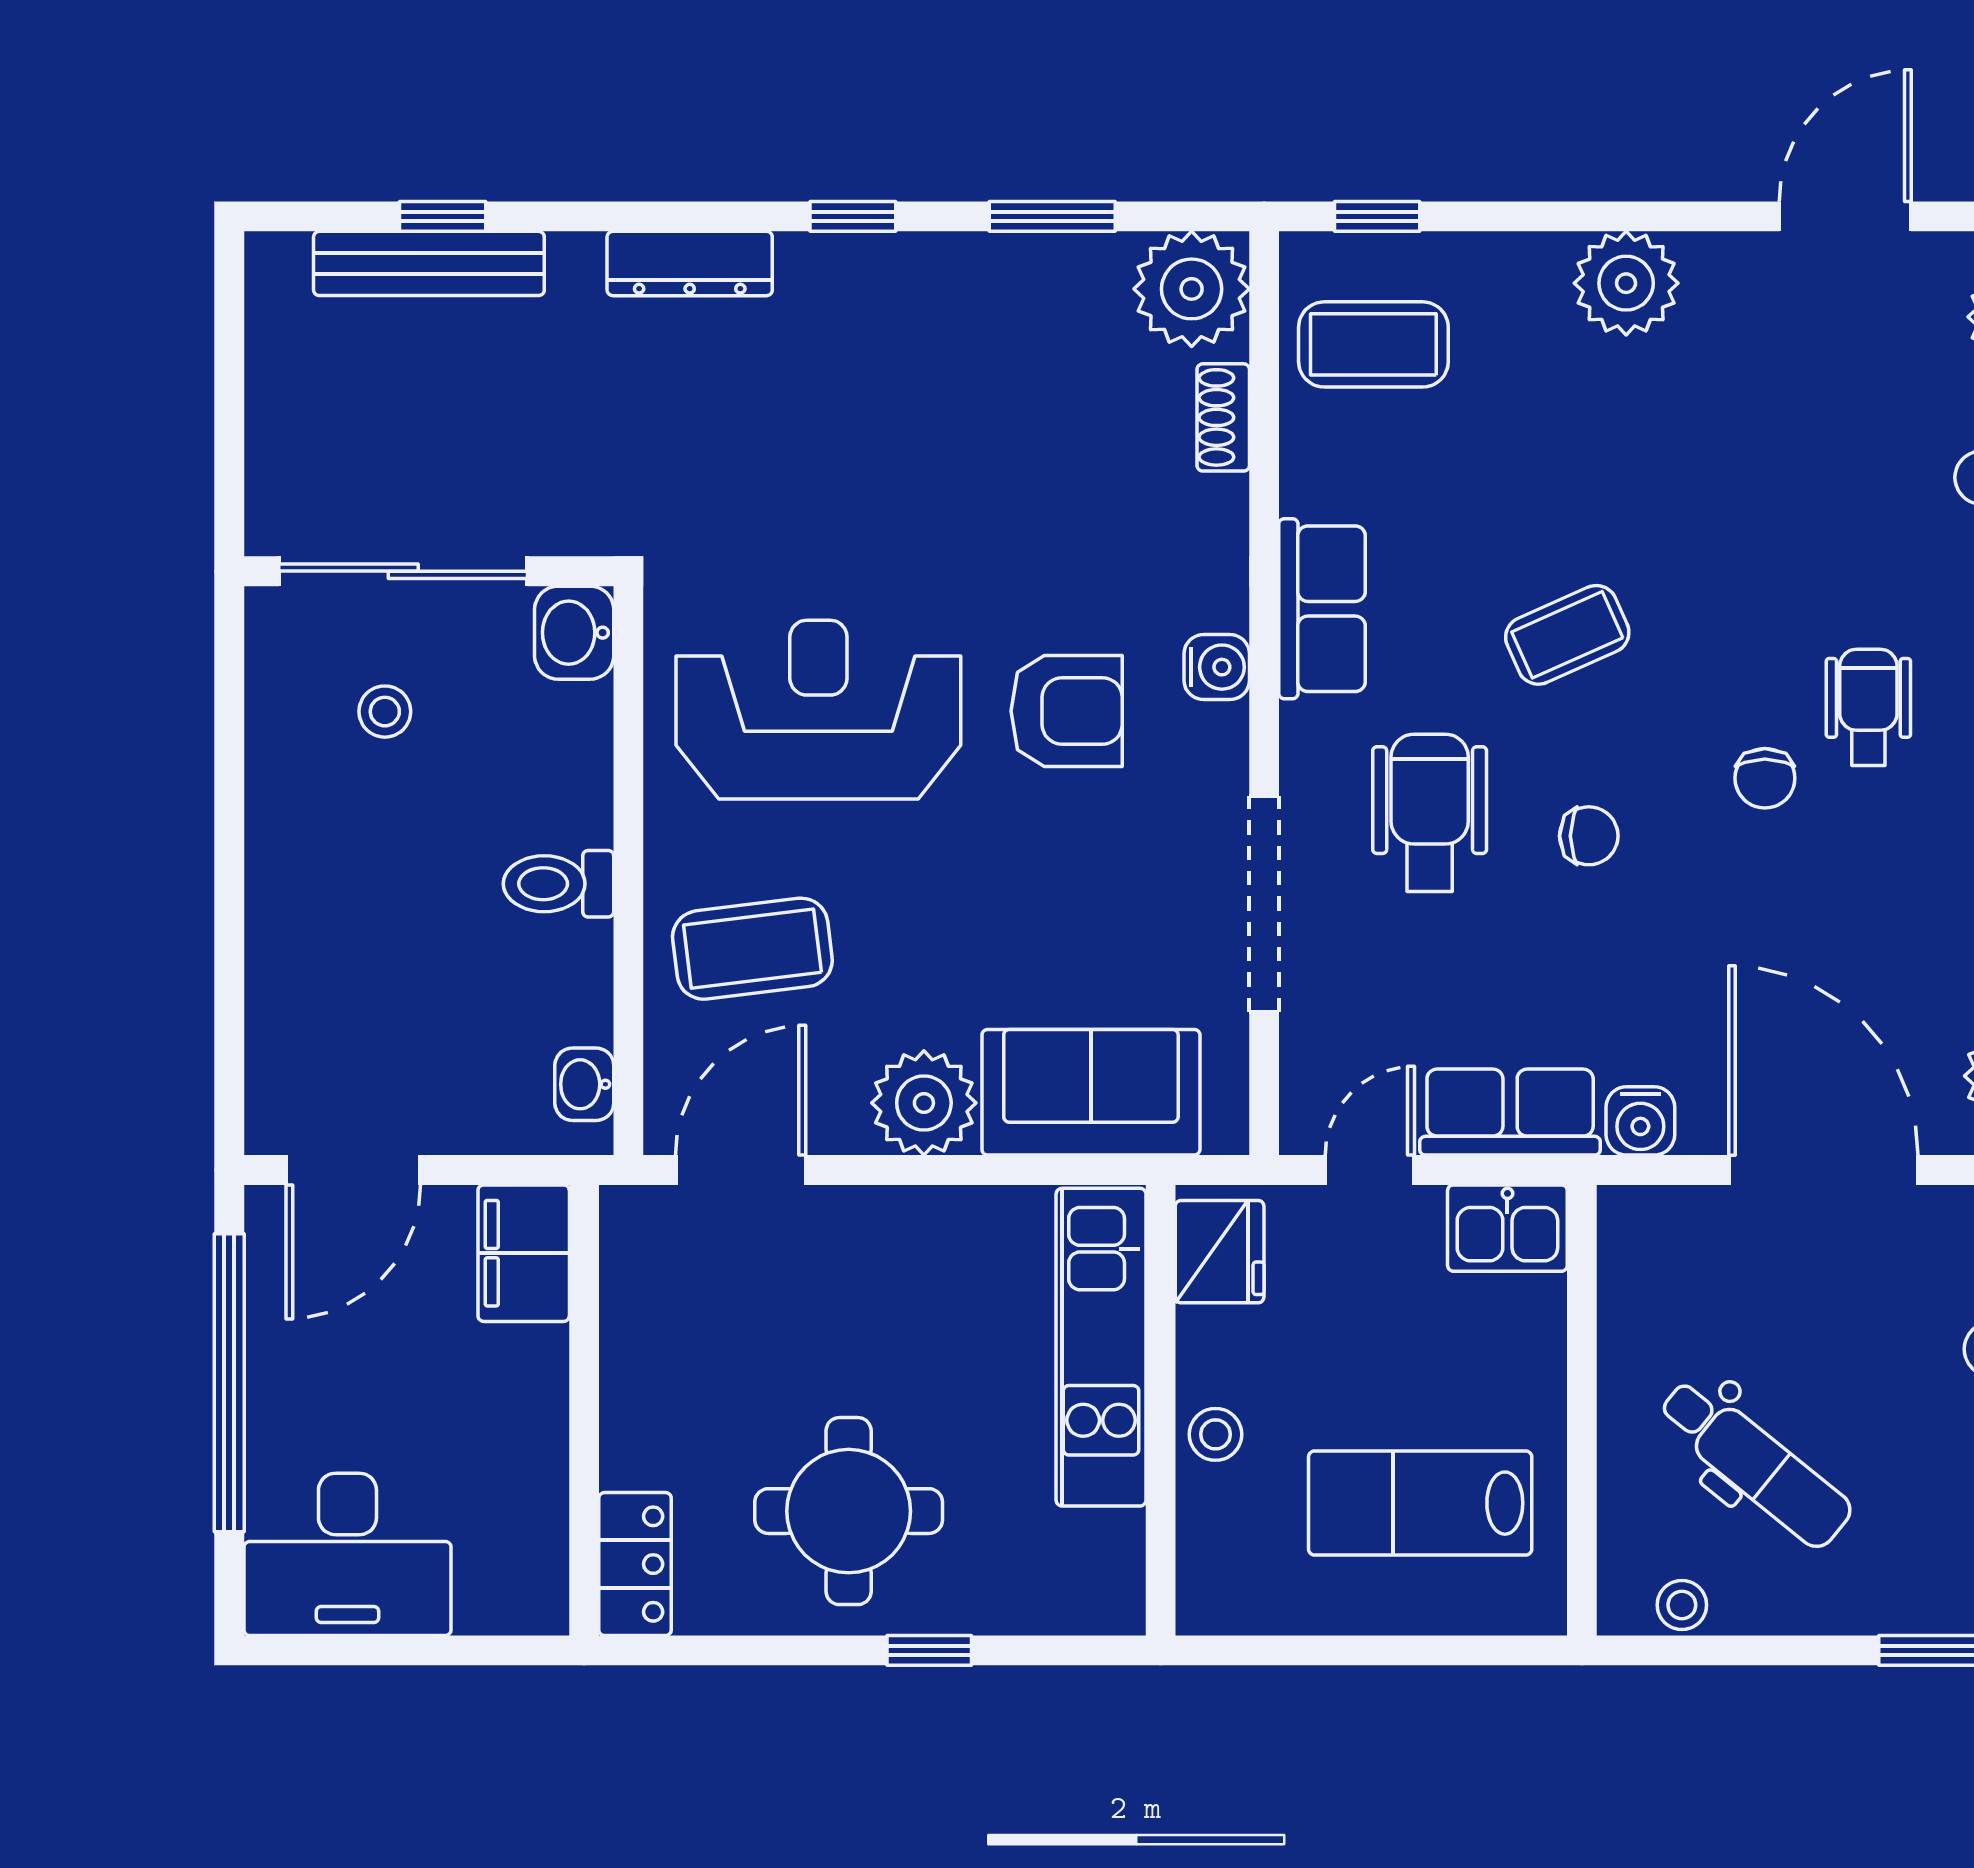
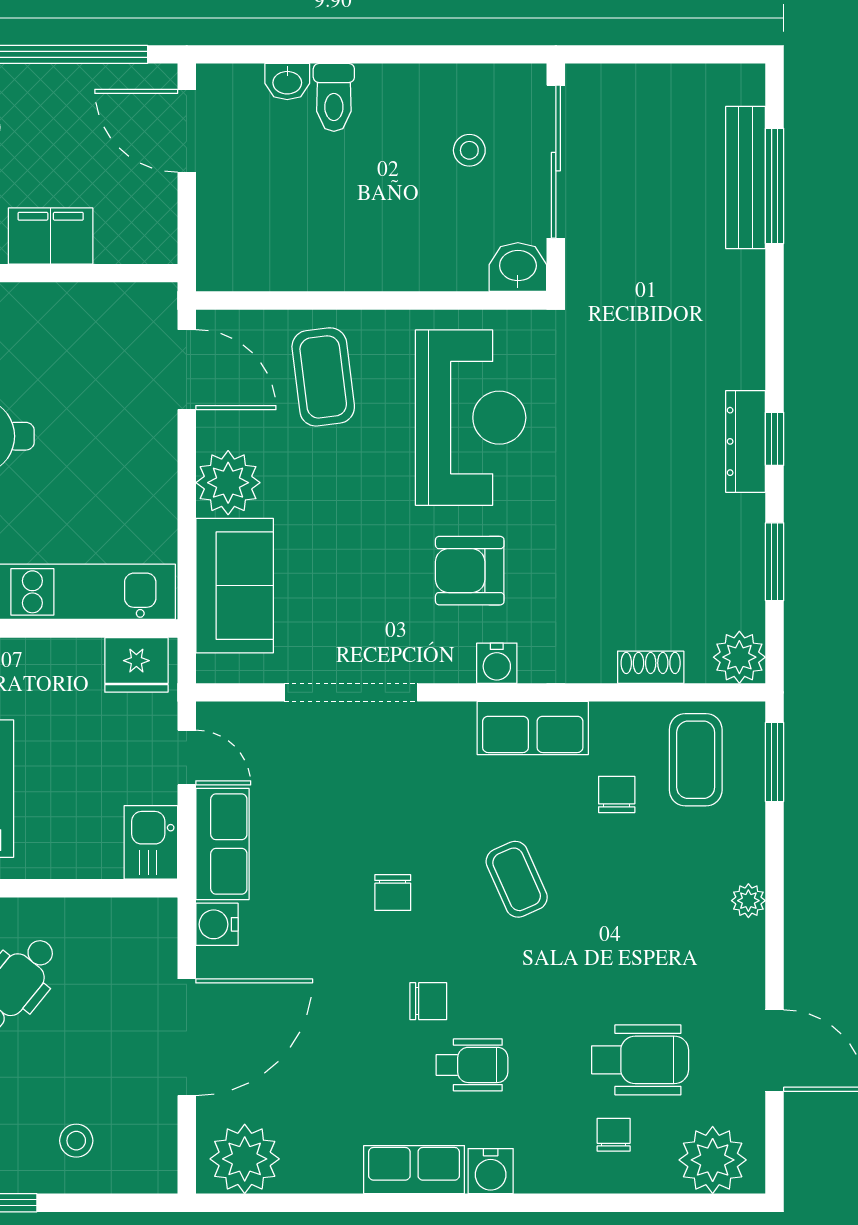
window: (443, 216) -> (775, 186), width x2.17
window: (1377, 216) -> (775, 762), width x1.50
dresser: (690, 263) -> (746, 441), moved
plant: (1626, 283) -> (748, 901), width x0.53, depth x0.53
plant: (1192, 289) -> (739, 657), width x0.73, depth x0.73
chair: (1430, 473) -> (617, 794), added
armchair: (1067, 711) -> (470, 571), turned 90
chair: (1765, 778) -> (428, 1001), turned 180
wheelchair: (1430, 813) -> (640, 1060), moved
toilet: (559, 884) -> (334, 97), moved, turned 180
washbasin: (584, 1084) -> (287, 82), moved, turned 180
filing cabinet: (524, 1253) -> (51, 236), moved
stool: (1216, 1434) -> (24, 662), removed

